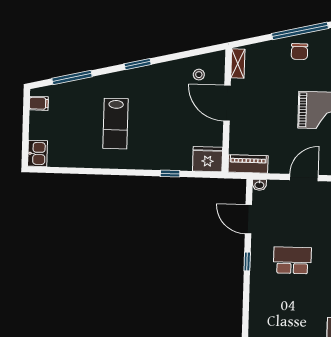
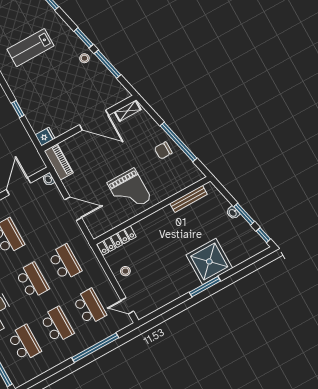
window: (179, 56) -> (108, 64), added
stool: (199, 75) -> (84, 58), moved
door: (227, 103) -> (94, 120), swing flipped
fridge: (208, 159) -> (45, 137), width x0.53, depth x0.75

